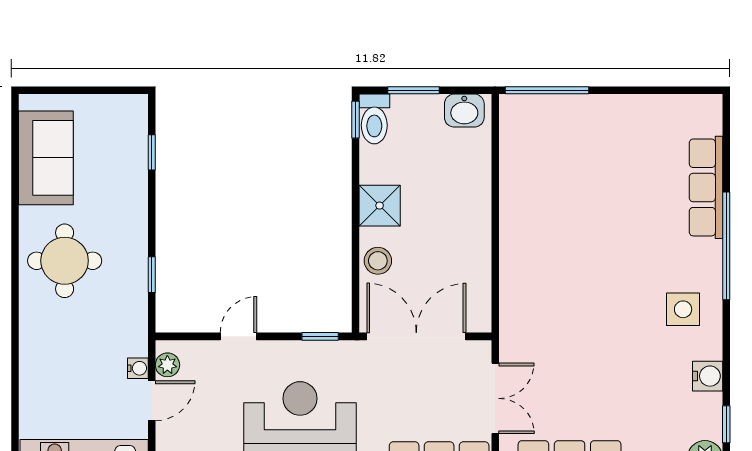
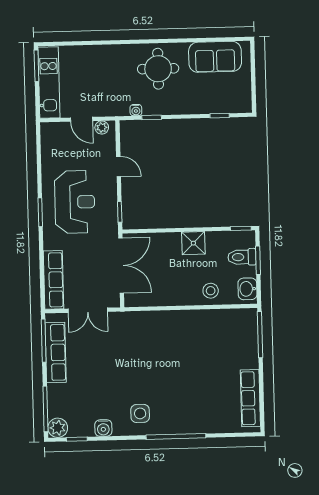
toilet: (374, 119) -> (242, 257), moved
row of seats: (706, 187) -> (250, 398), moved, turned -90
stool: (378, 261) -> (211, 291), moved
water cooler: (138, 368) -> (136, 110), moved

